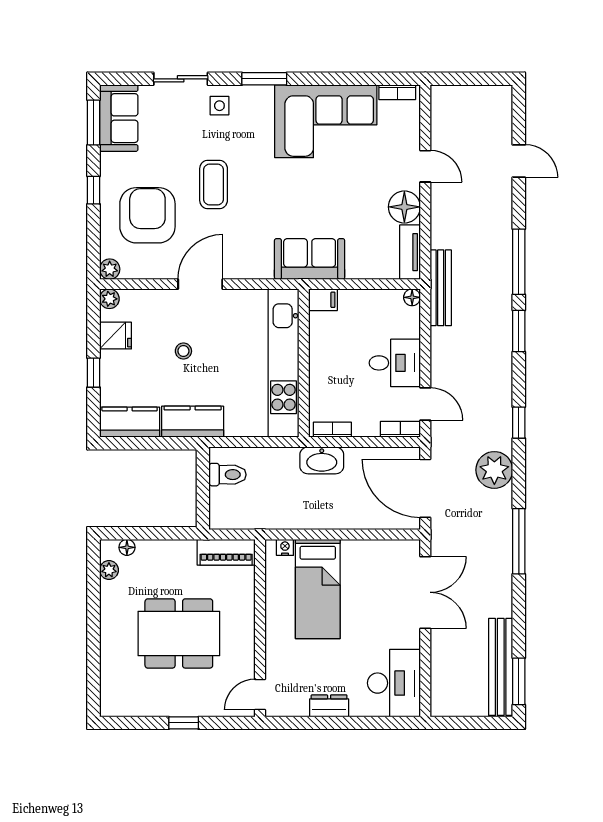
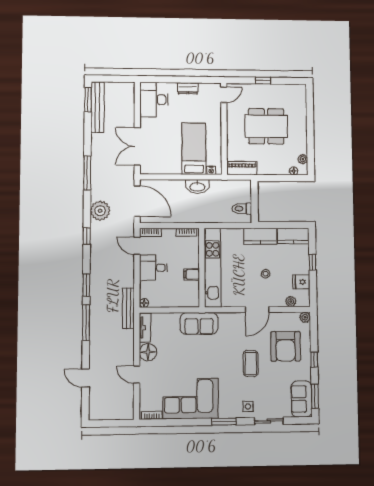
plant: (109, 299) -> (291, 301), moved
filing cabinet: (323, 300) -> (192, 274), moved
washbasin: (322, 460) -> (197, 187), moved, turned 180

